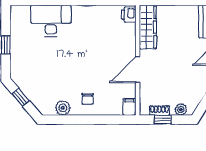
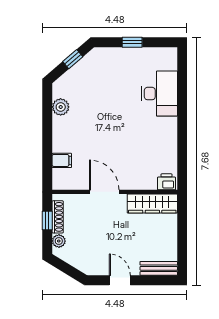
chair: (88, 99) -> (71, 135), removed
filing cabinet: (129, 107) -> (62, 160), moved
shoe rack: (160, 110) -> (58, 217), width x1.43

